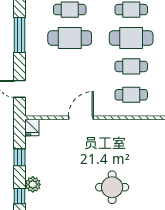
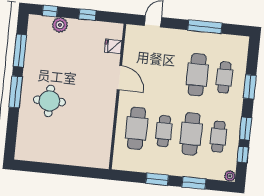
cafe table: (131, 95) -> (137, 128), width x1.37, depth x1.35
fridge: (32, 127) -> (113, 46), moved

